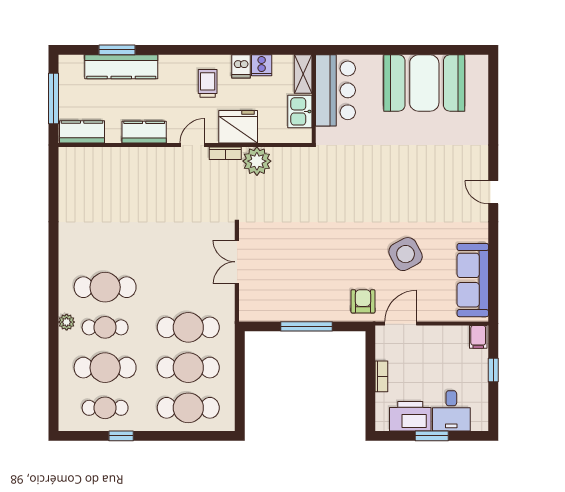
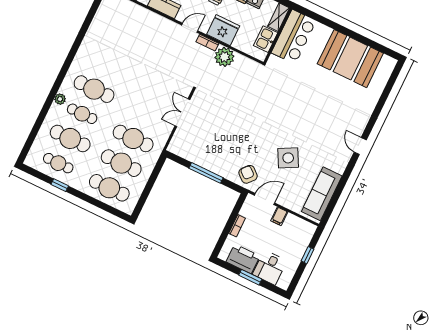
armchair: (363, 301) -> (248, 174), turned -49
filing cabinet: (478, 337) -> (279, 216), moved

